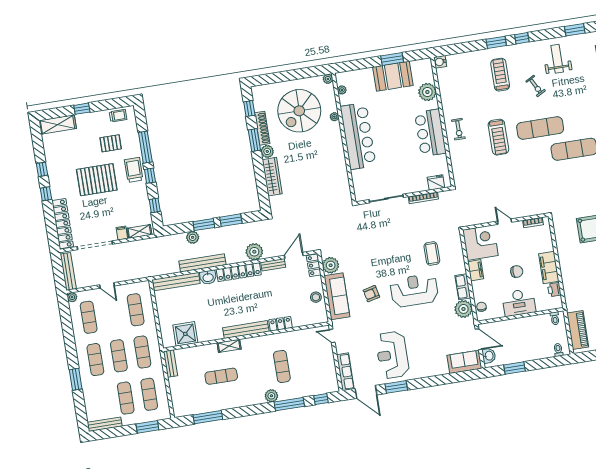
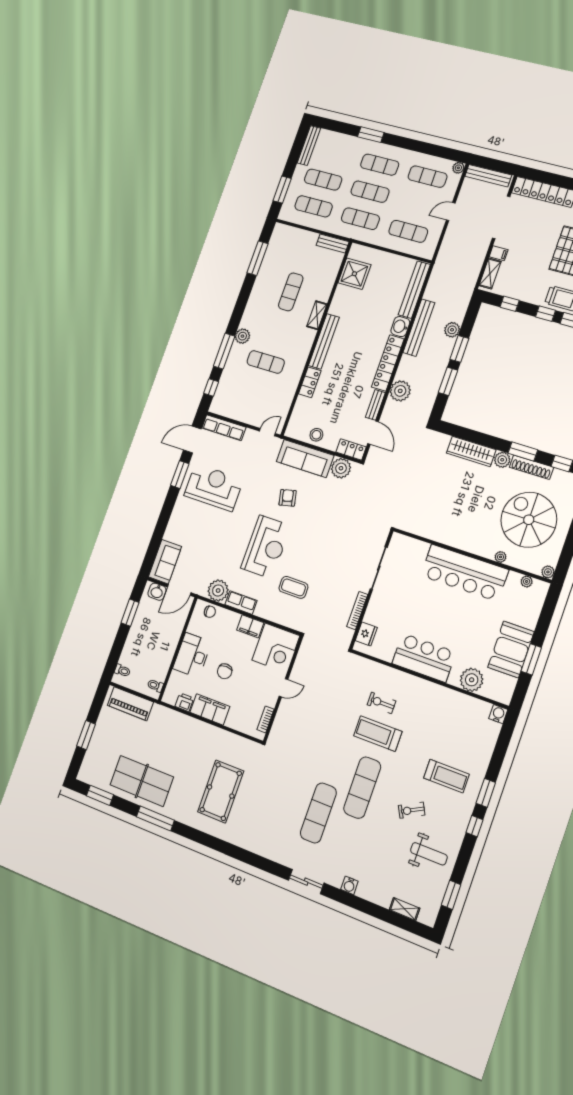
exercise bike: (458, 129) -> (381, 703), moved

